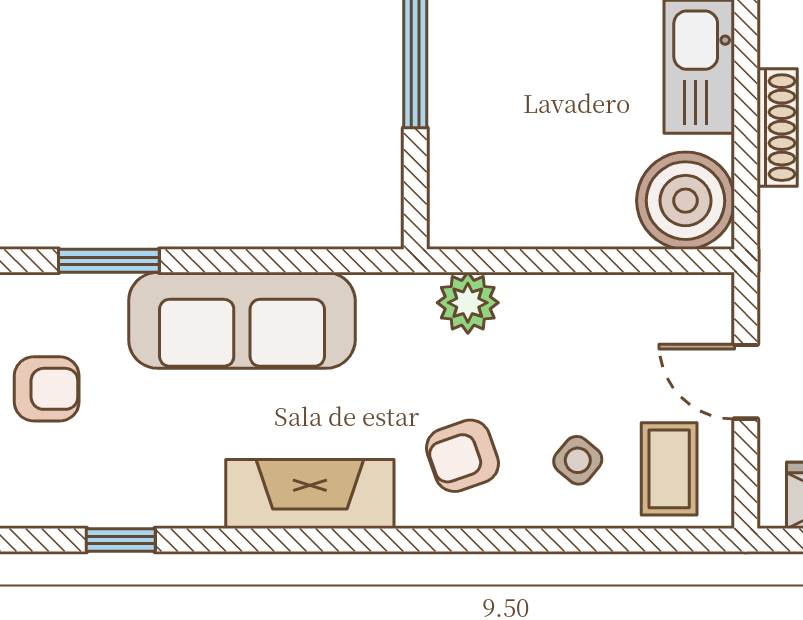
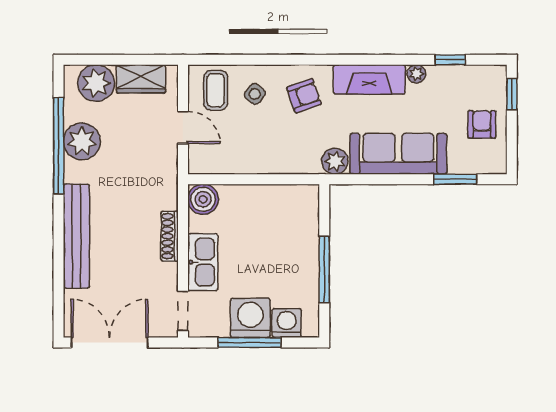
boiler: (686, 201) -> (203, 199), width x0.73, depth x0.73
plant: (468, 303) -> (335, 161), moved
armchair: (47, 389) -> (482, 124), turned 90
plant: (200, 507) -> (416, 74), added

